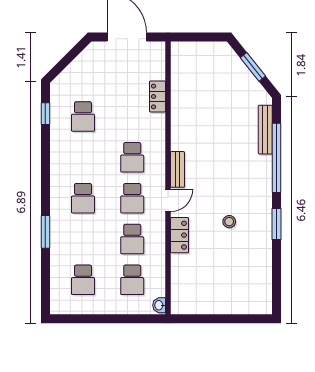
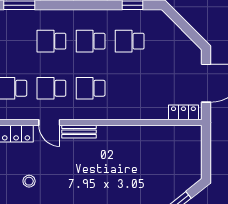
locker: (157, 96) -> (183, 112), moved
school desk: (83, 157) -> (91, 41), added

